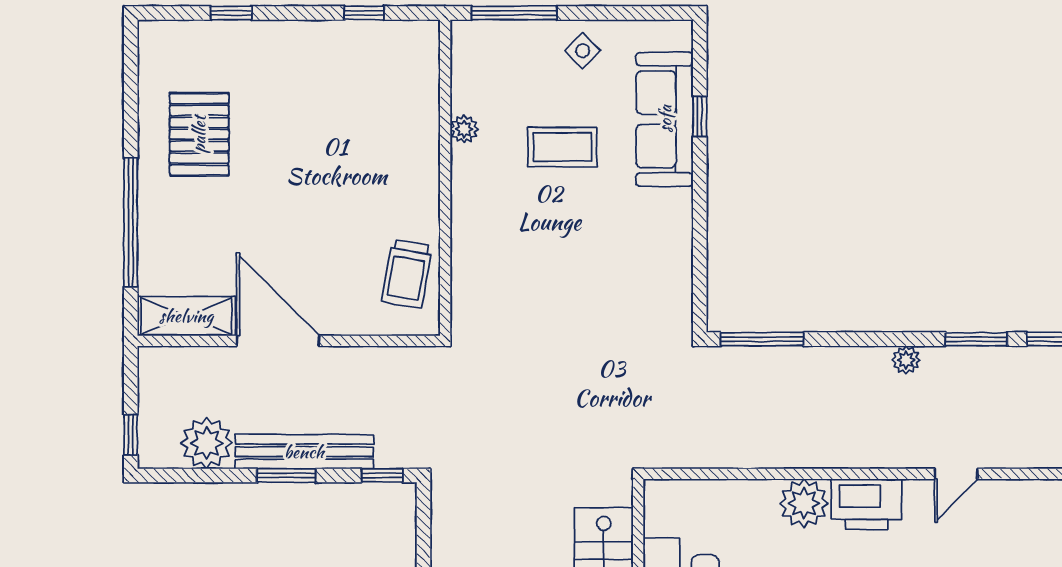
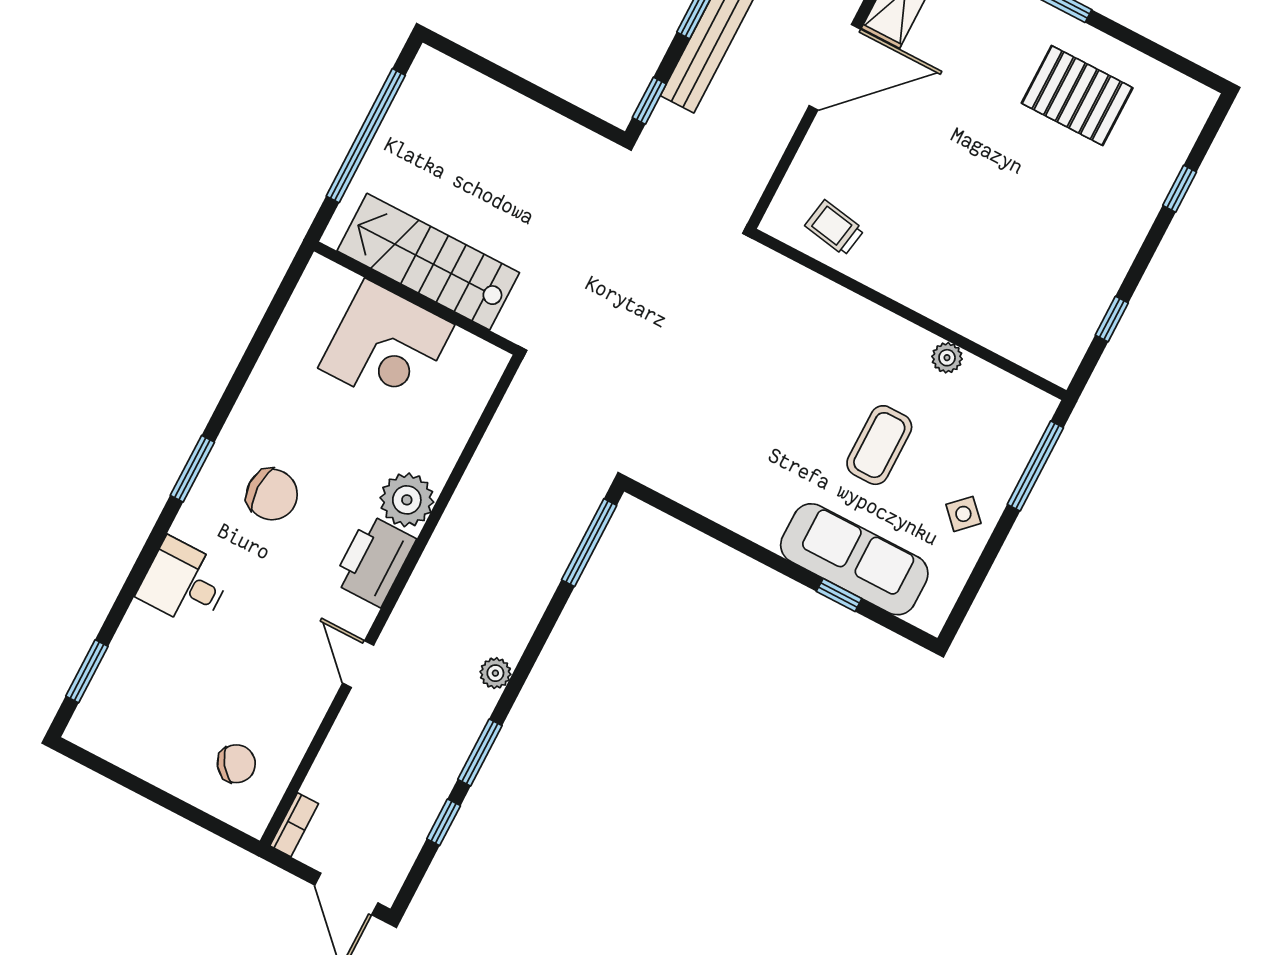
trolley: (407, 274) -> (835, 228), width x0.73, depth x0.72

